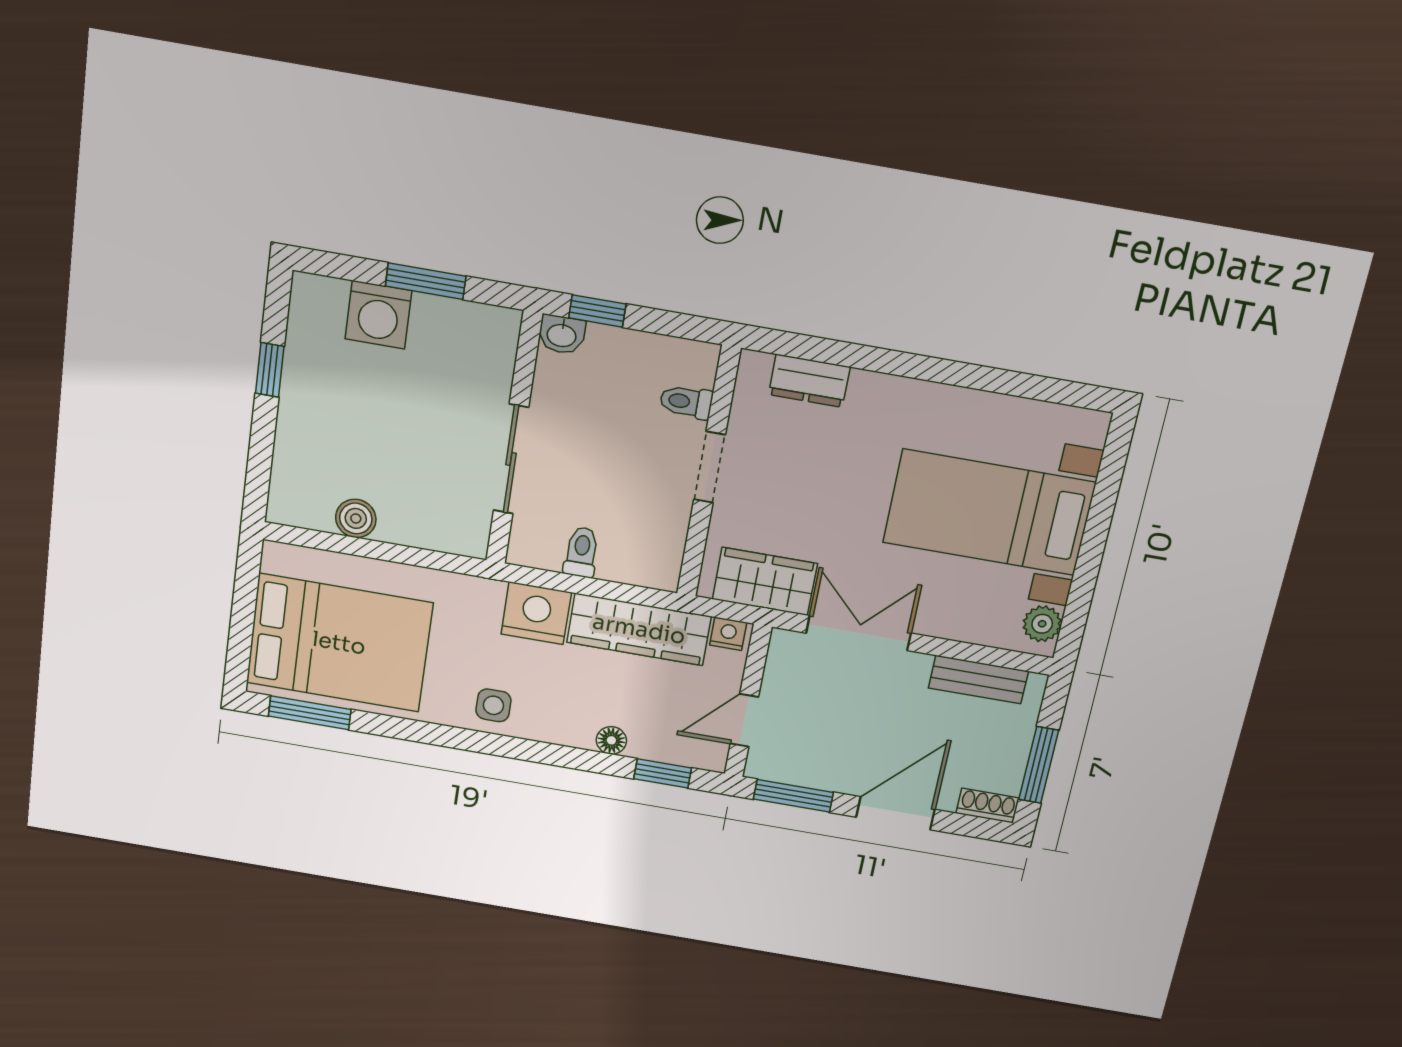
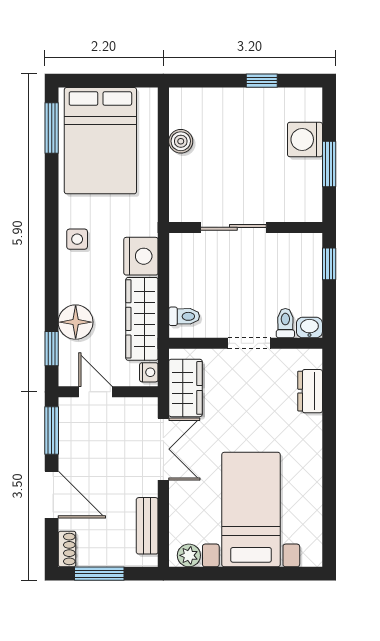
washbasin: (562, 335) -> (309, 328), moved, turned 90
toilet: (581, 552) -> (184, 316), moved
floor lamp: (611, 740) -> (76, 322), width x1.89, depth x1.89

